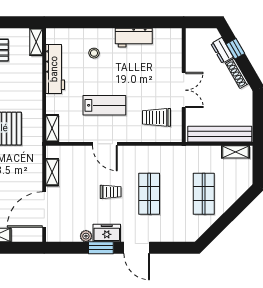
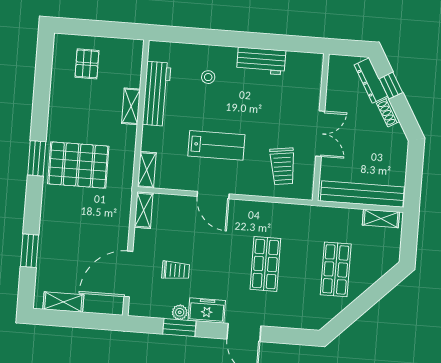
shelving: (36, 42) -> (131, 106), moved
dresser: (222, 50) -> (371, 80), width x1.44
shoe rack: (237, 73) -> (388, 112), width x0.70
trolley: (157, 117) -> (283, 166), turned -98
shelving: (52, 172) -> (144, 210), moved
trolley: (111, 192) -> (176, 270), moved
window: (101, 248) -> (179, 327), moved

